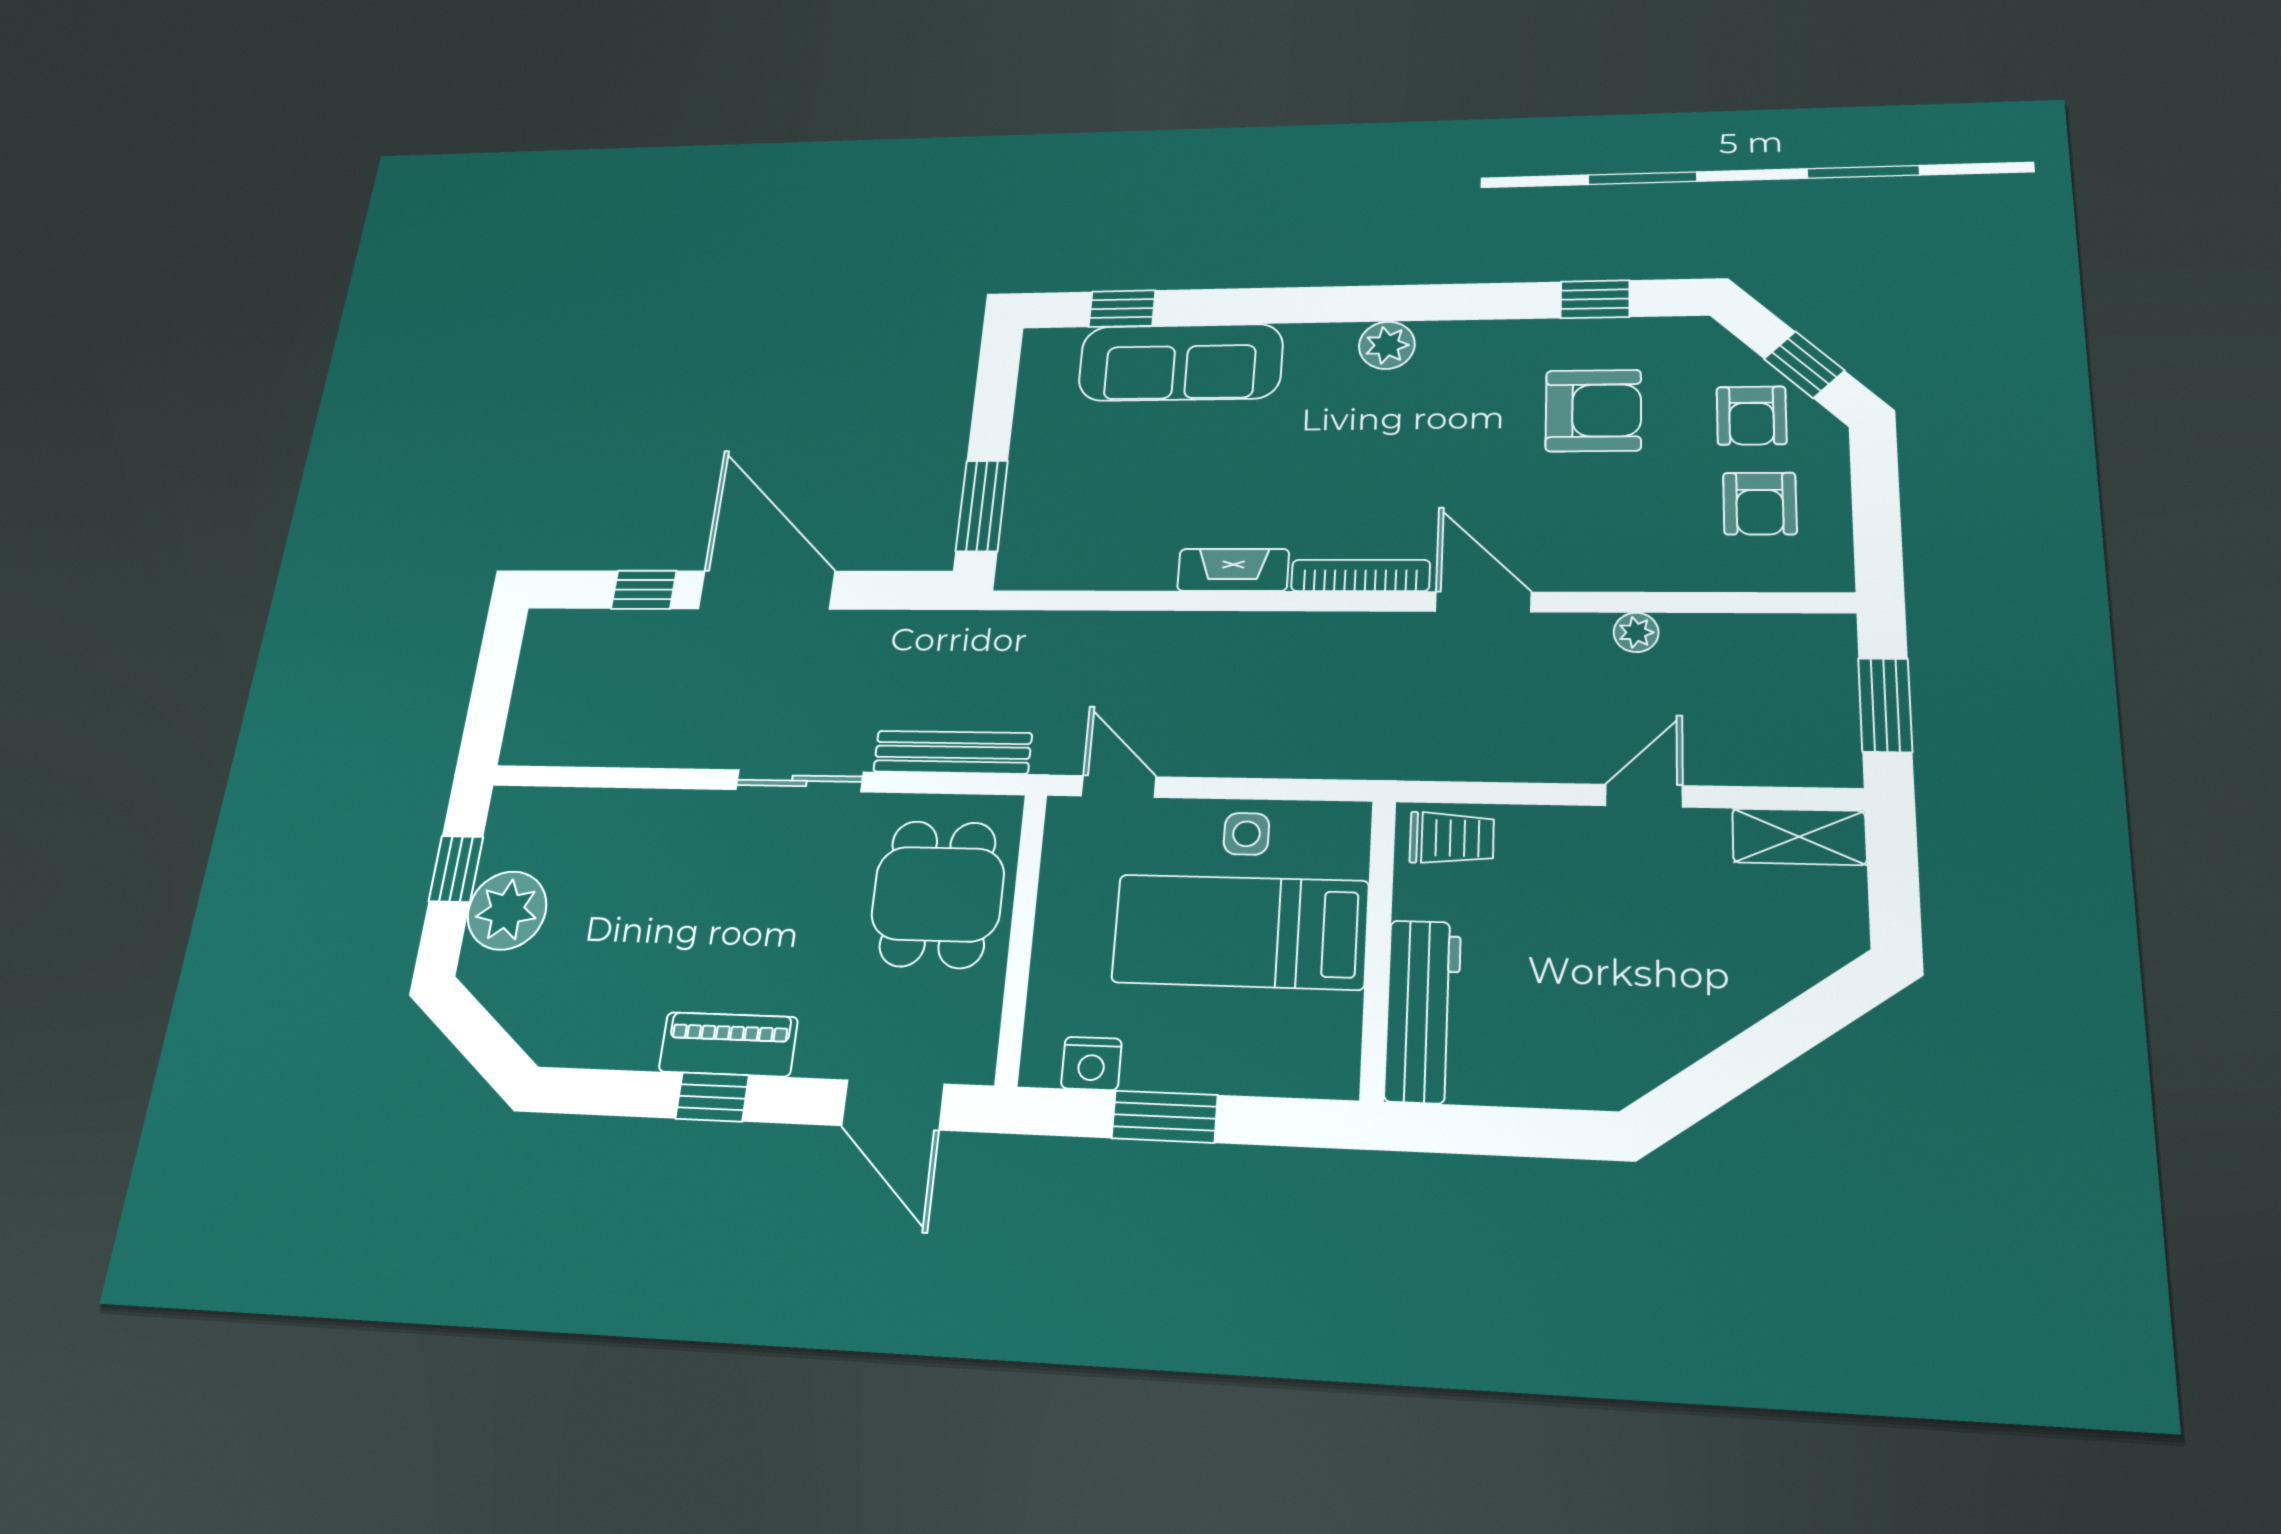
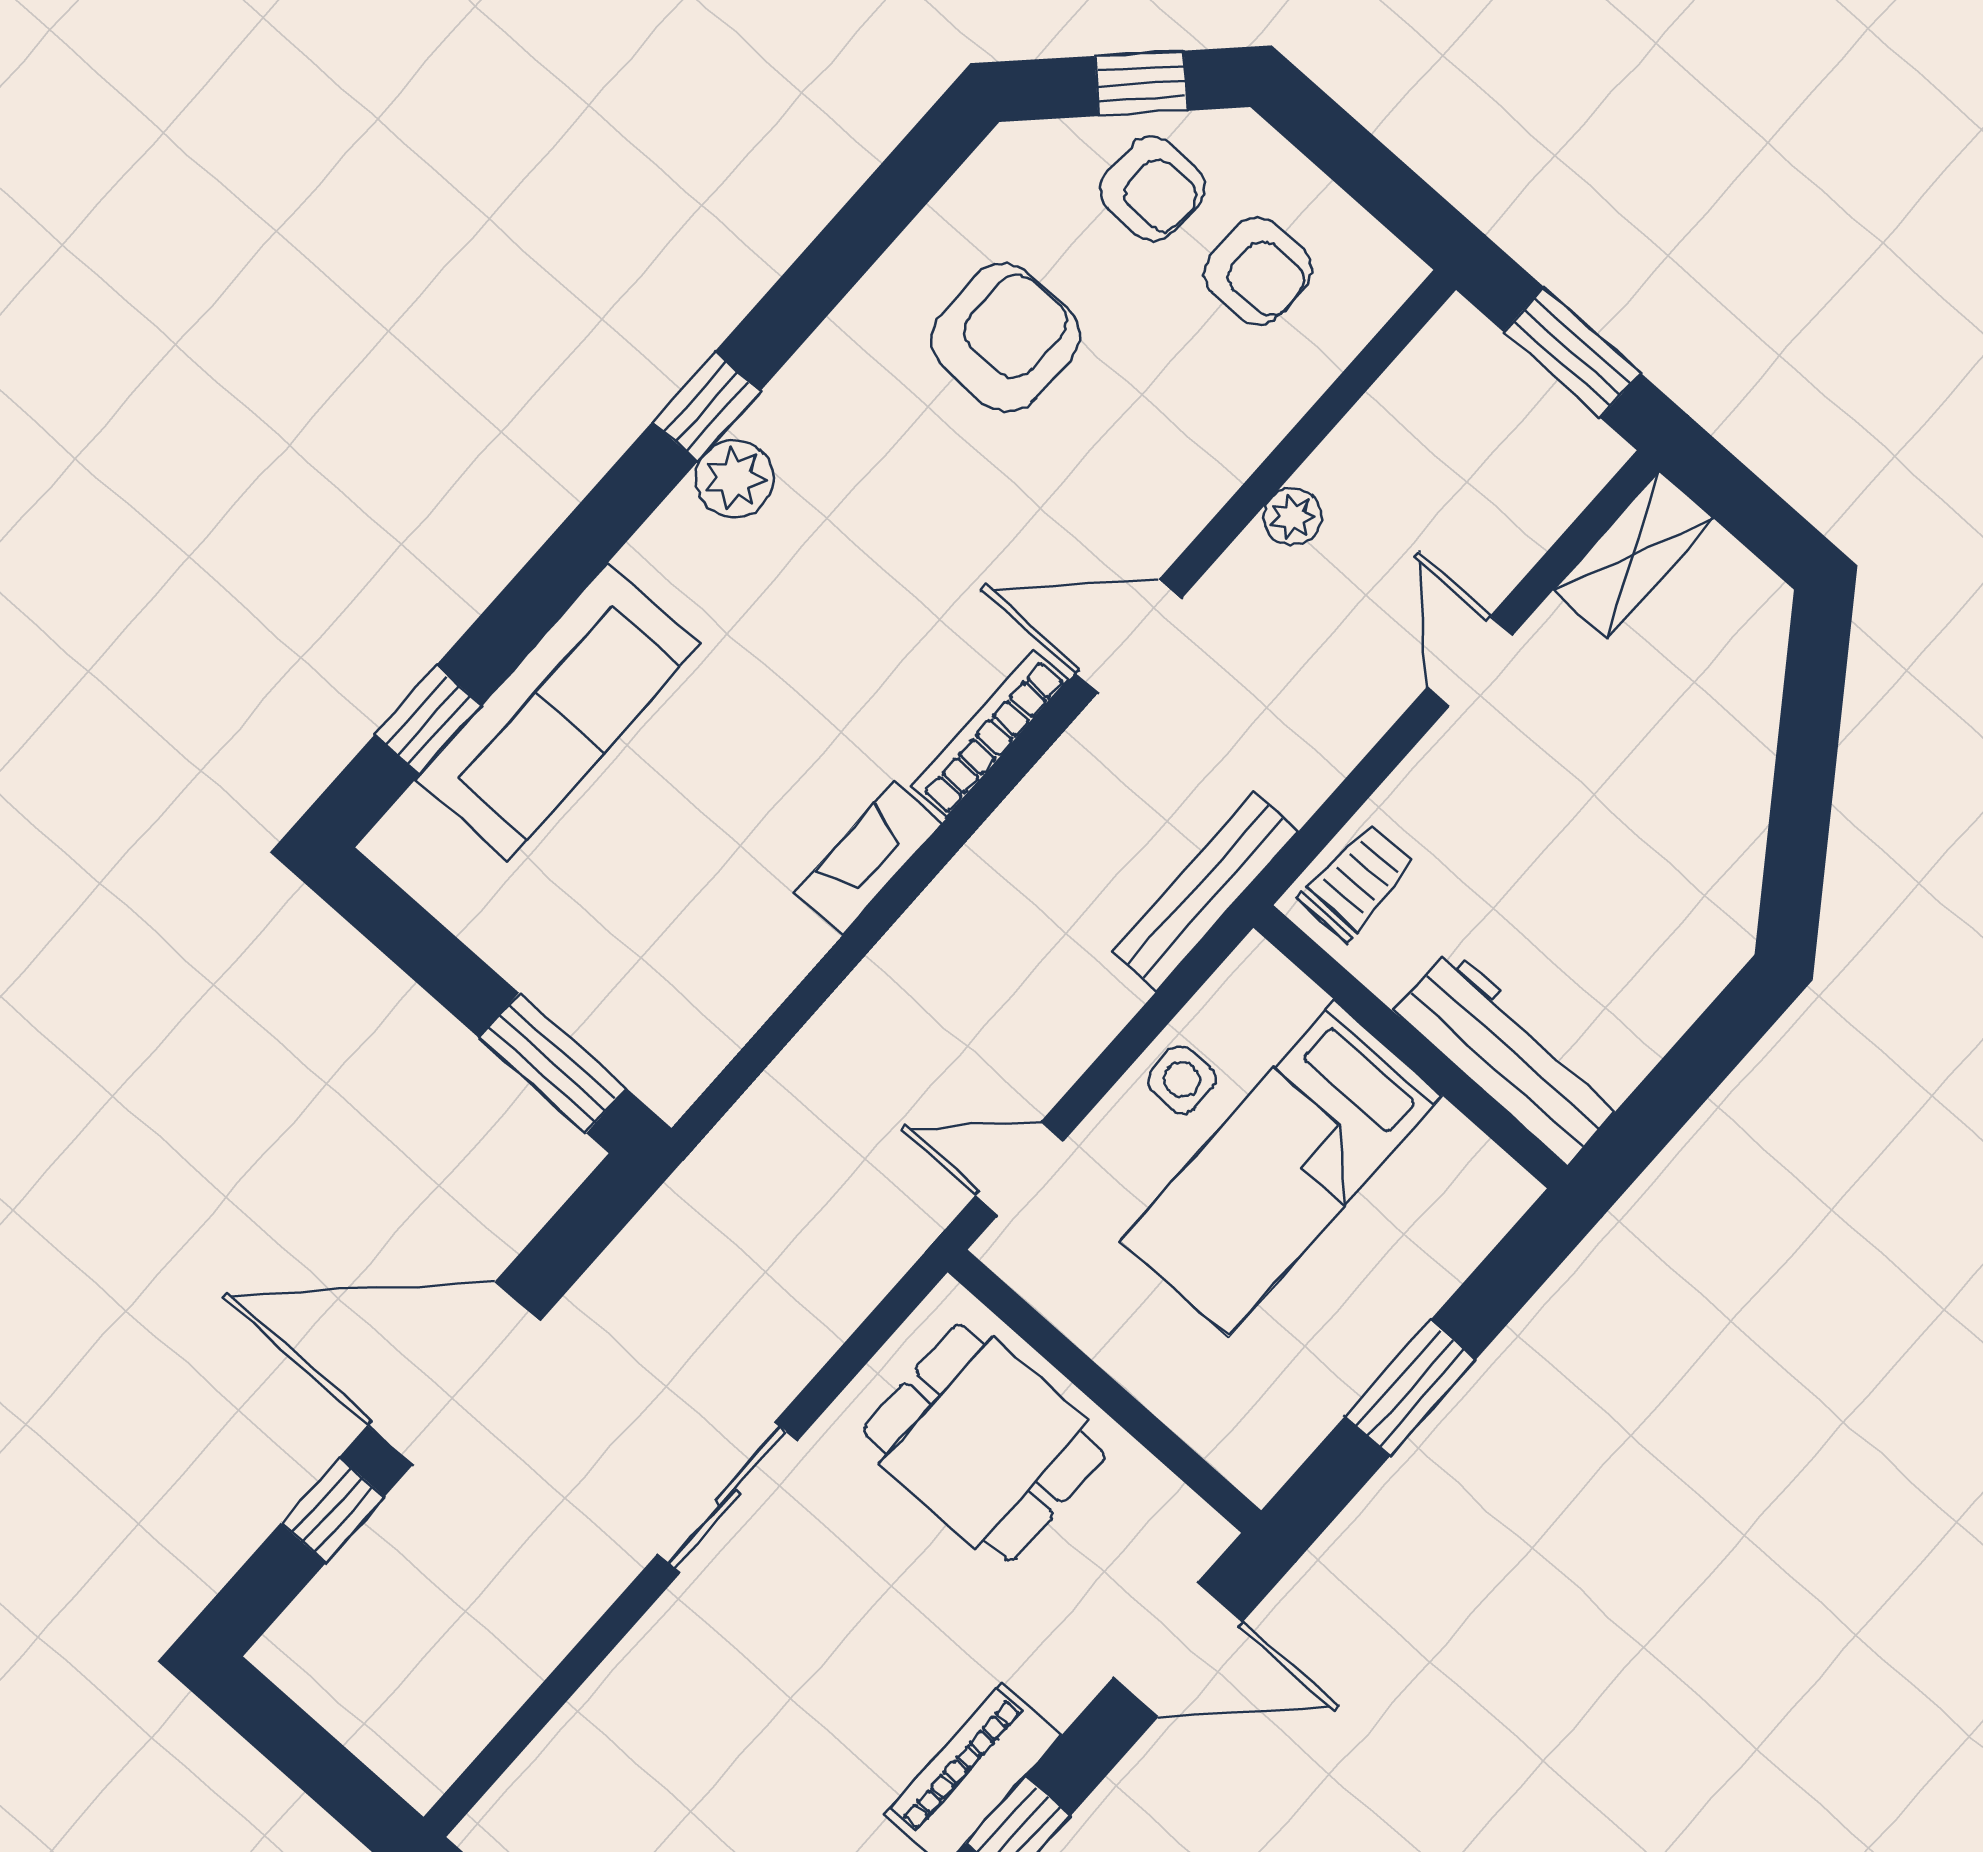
window: (1595, 299) -> (706, 407), moved
bench: (953, 752) -> (1205, 891), moved
nightstand: (1091, 1063) -> (1297, 1419), removed

